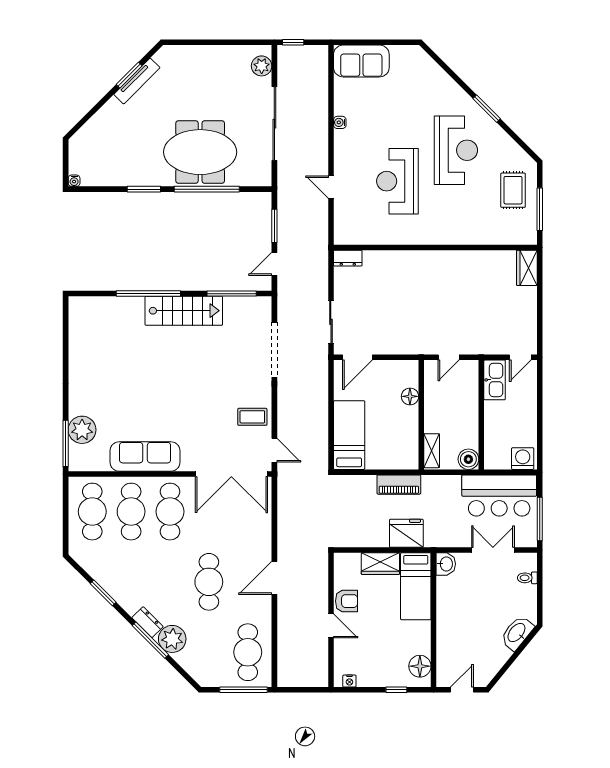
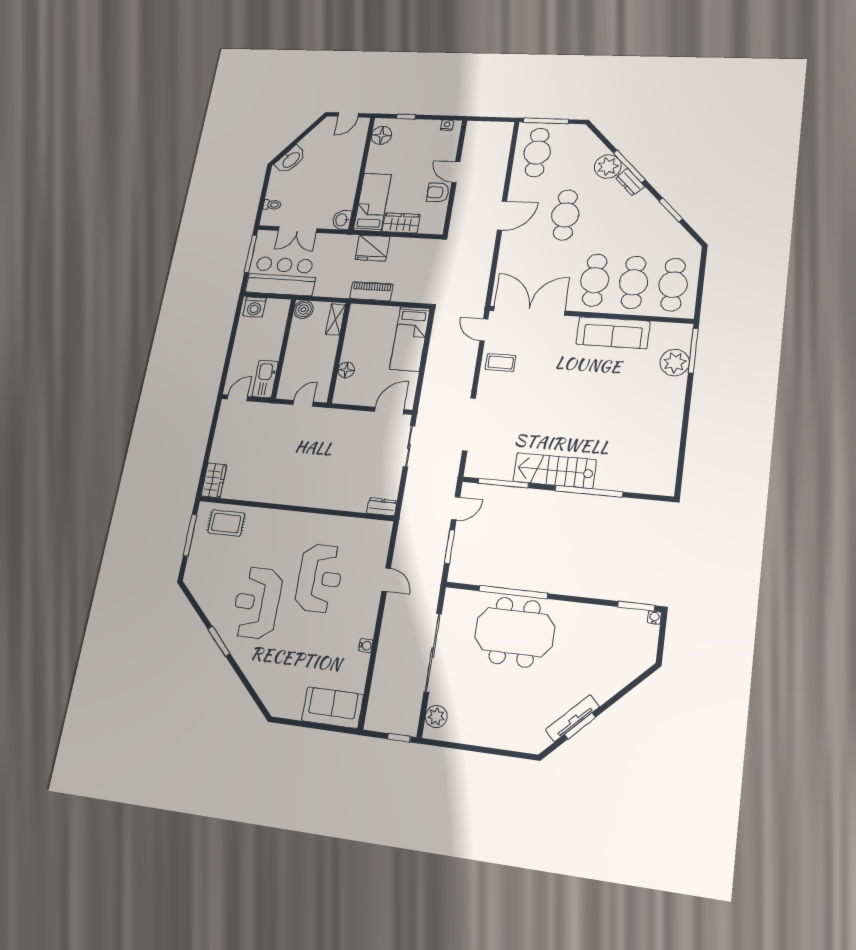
window: (144, 189) -> (636, 606), moved
rug: (513, 190) -> (226, 523), moved, turned 90

